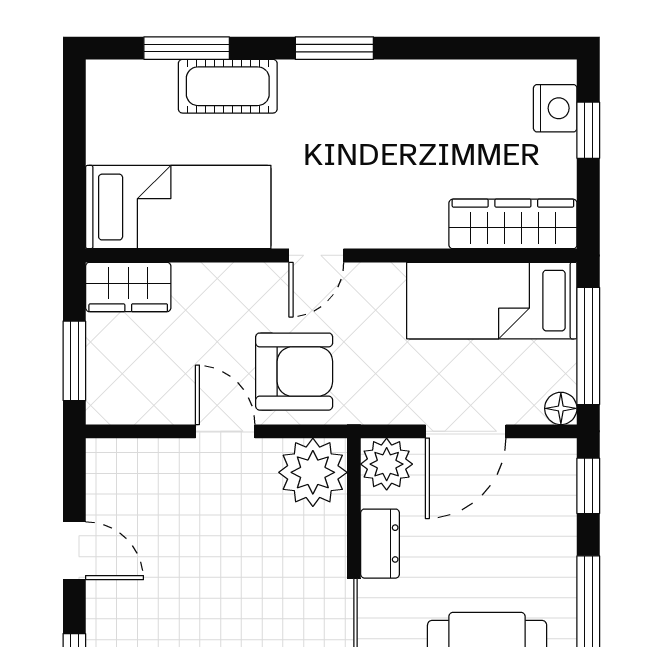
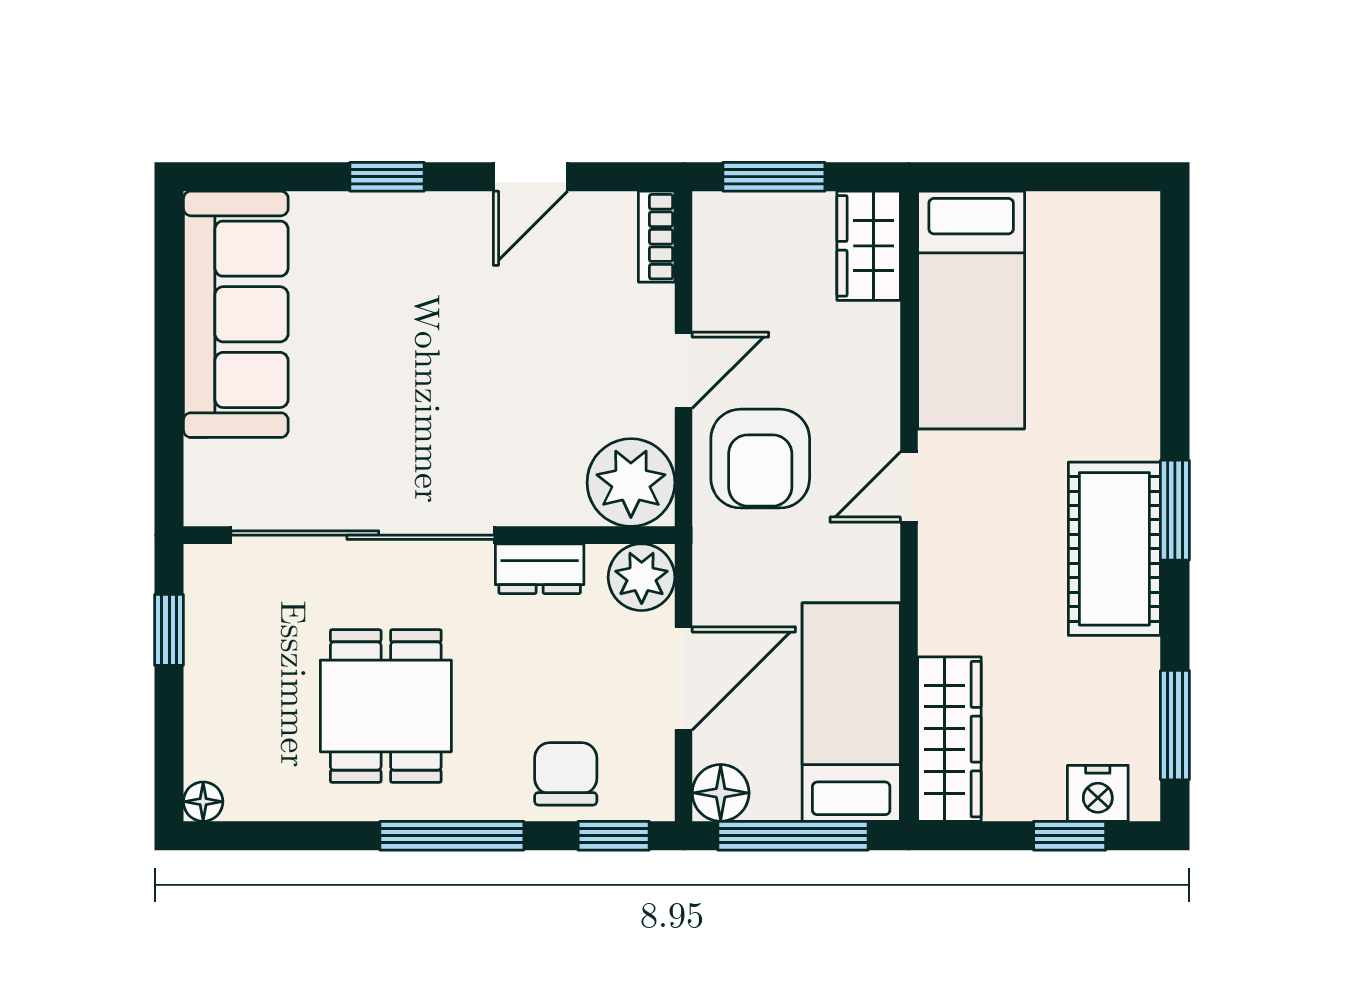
window: (187, 48) -> (1175, 725), moved
cot: (228, 86) -> (1114, 549), moved, width x1.37, depth x1.34
door: (316, 255) -> (909, 487), hinge flipped
floor lamp: (561, 408) -> (721, 793), width x1.37, depth x1.37
door: (466, 431) -> (684, 678), swing flipped
bookcase: (121, 452) -> (657, 237), added
chair: (540, 523) -> (566, 774), added

